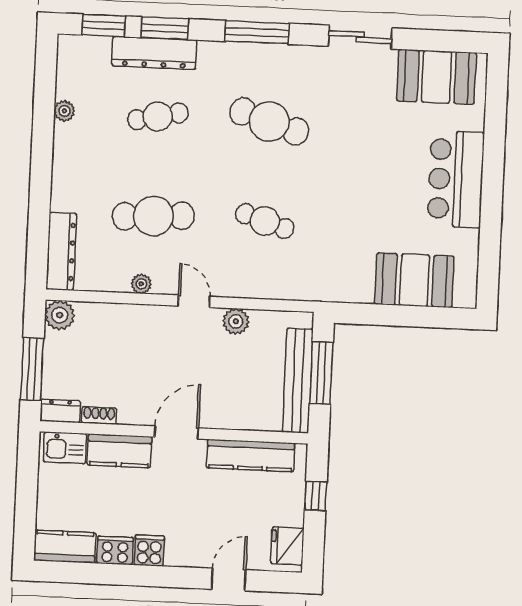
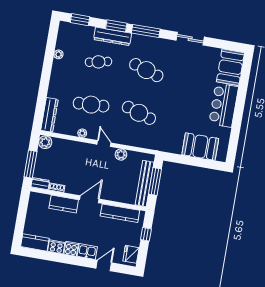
window: (165, 28) -> (116, 26), moved
dresser: (154, 53) -> (113, 36), moved
booth: (437, 77) -> (230, 67), moved, turned 90
cafe table: (265, 221) -> (139, 113), width x1.37, depth x1.35
kitchen sink: (65, 448) -> (87, 252), moved, turned 180

